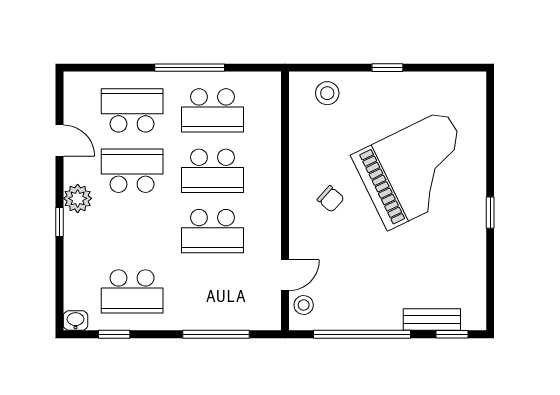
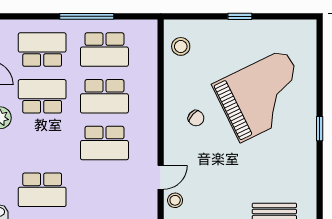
stool: (327, 93) -> (181, 46), moved

